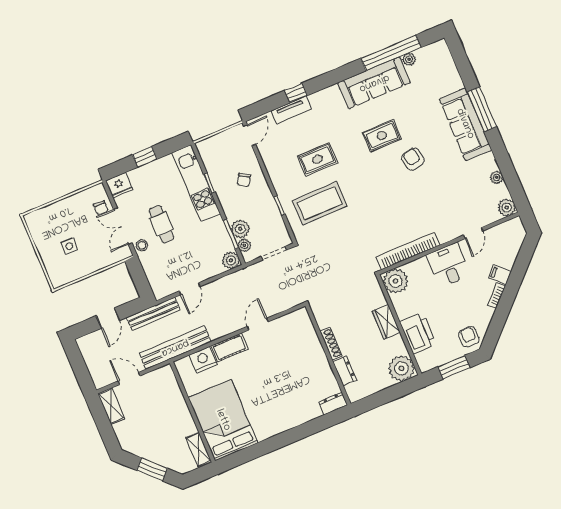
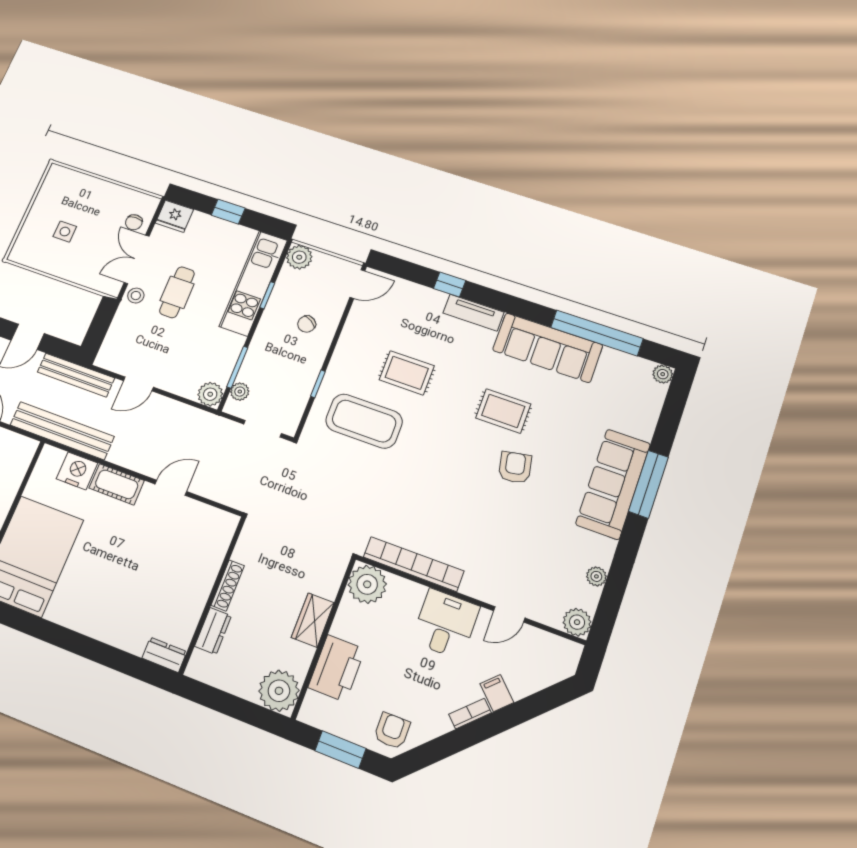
plant: (409, 59) -> (663, 374), moved
tv unit: (291, 110) -> (474, 313), moved
plant: (240, 229) -> (299, 257), moved

